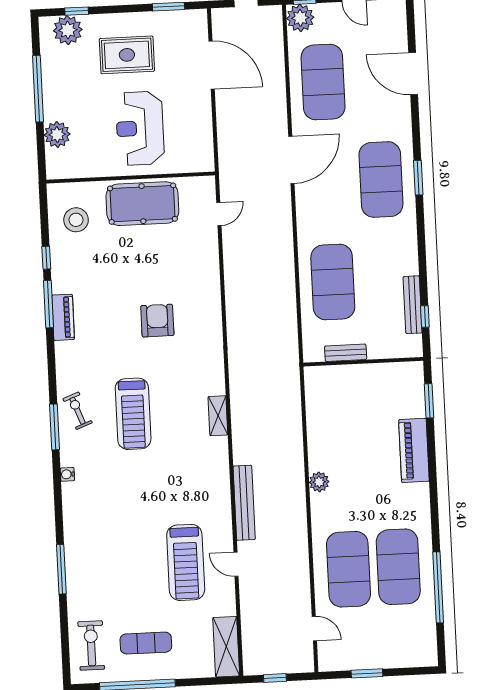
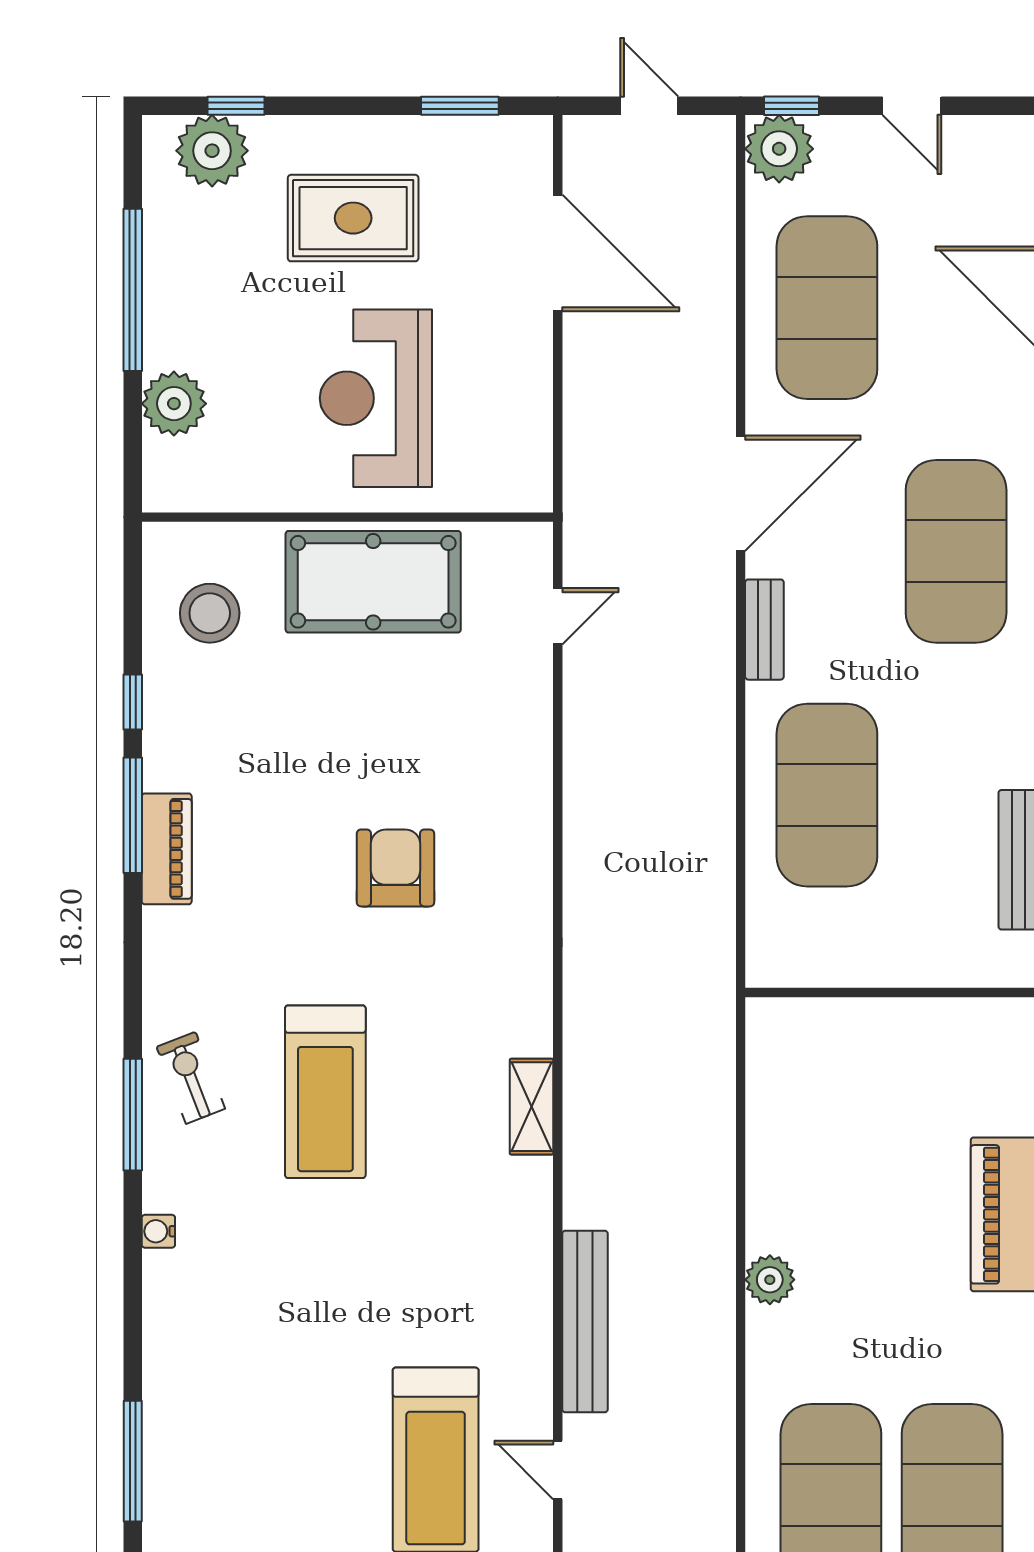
bench: (346, 353) -> (764, 630), moved, turned 90

